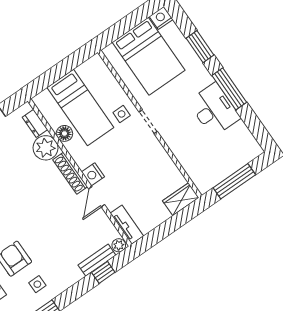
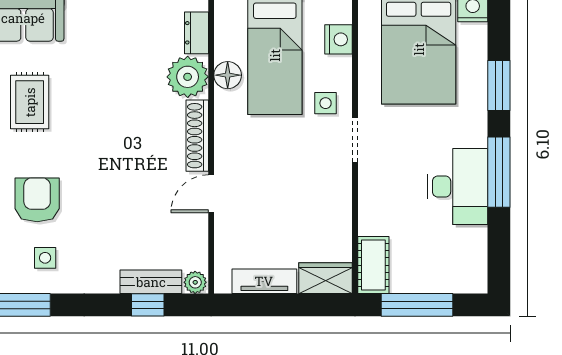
nightstand: (93, 174) -> (339, 39), moved, turned 180
cot: (200, 177) -> (373, 265), added
tv unit: (127, 225) -> (264, 281), moved, turned -90

